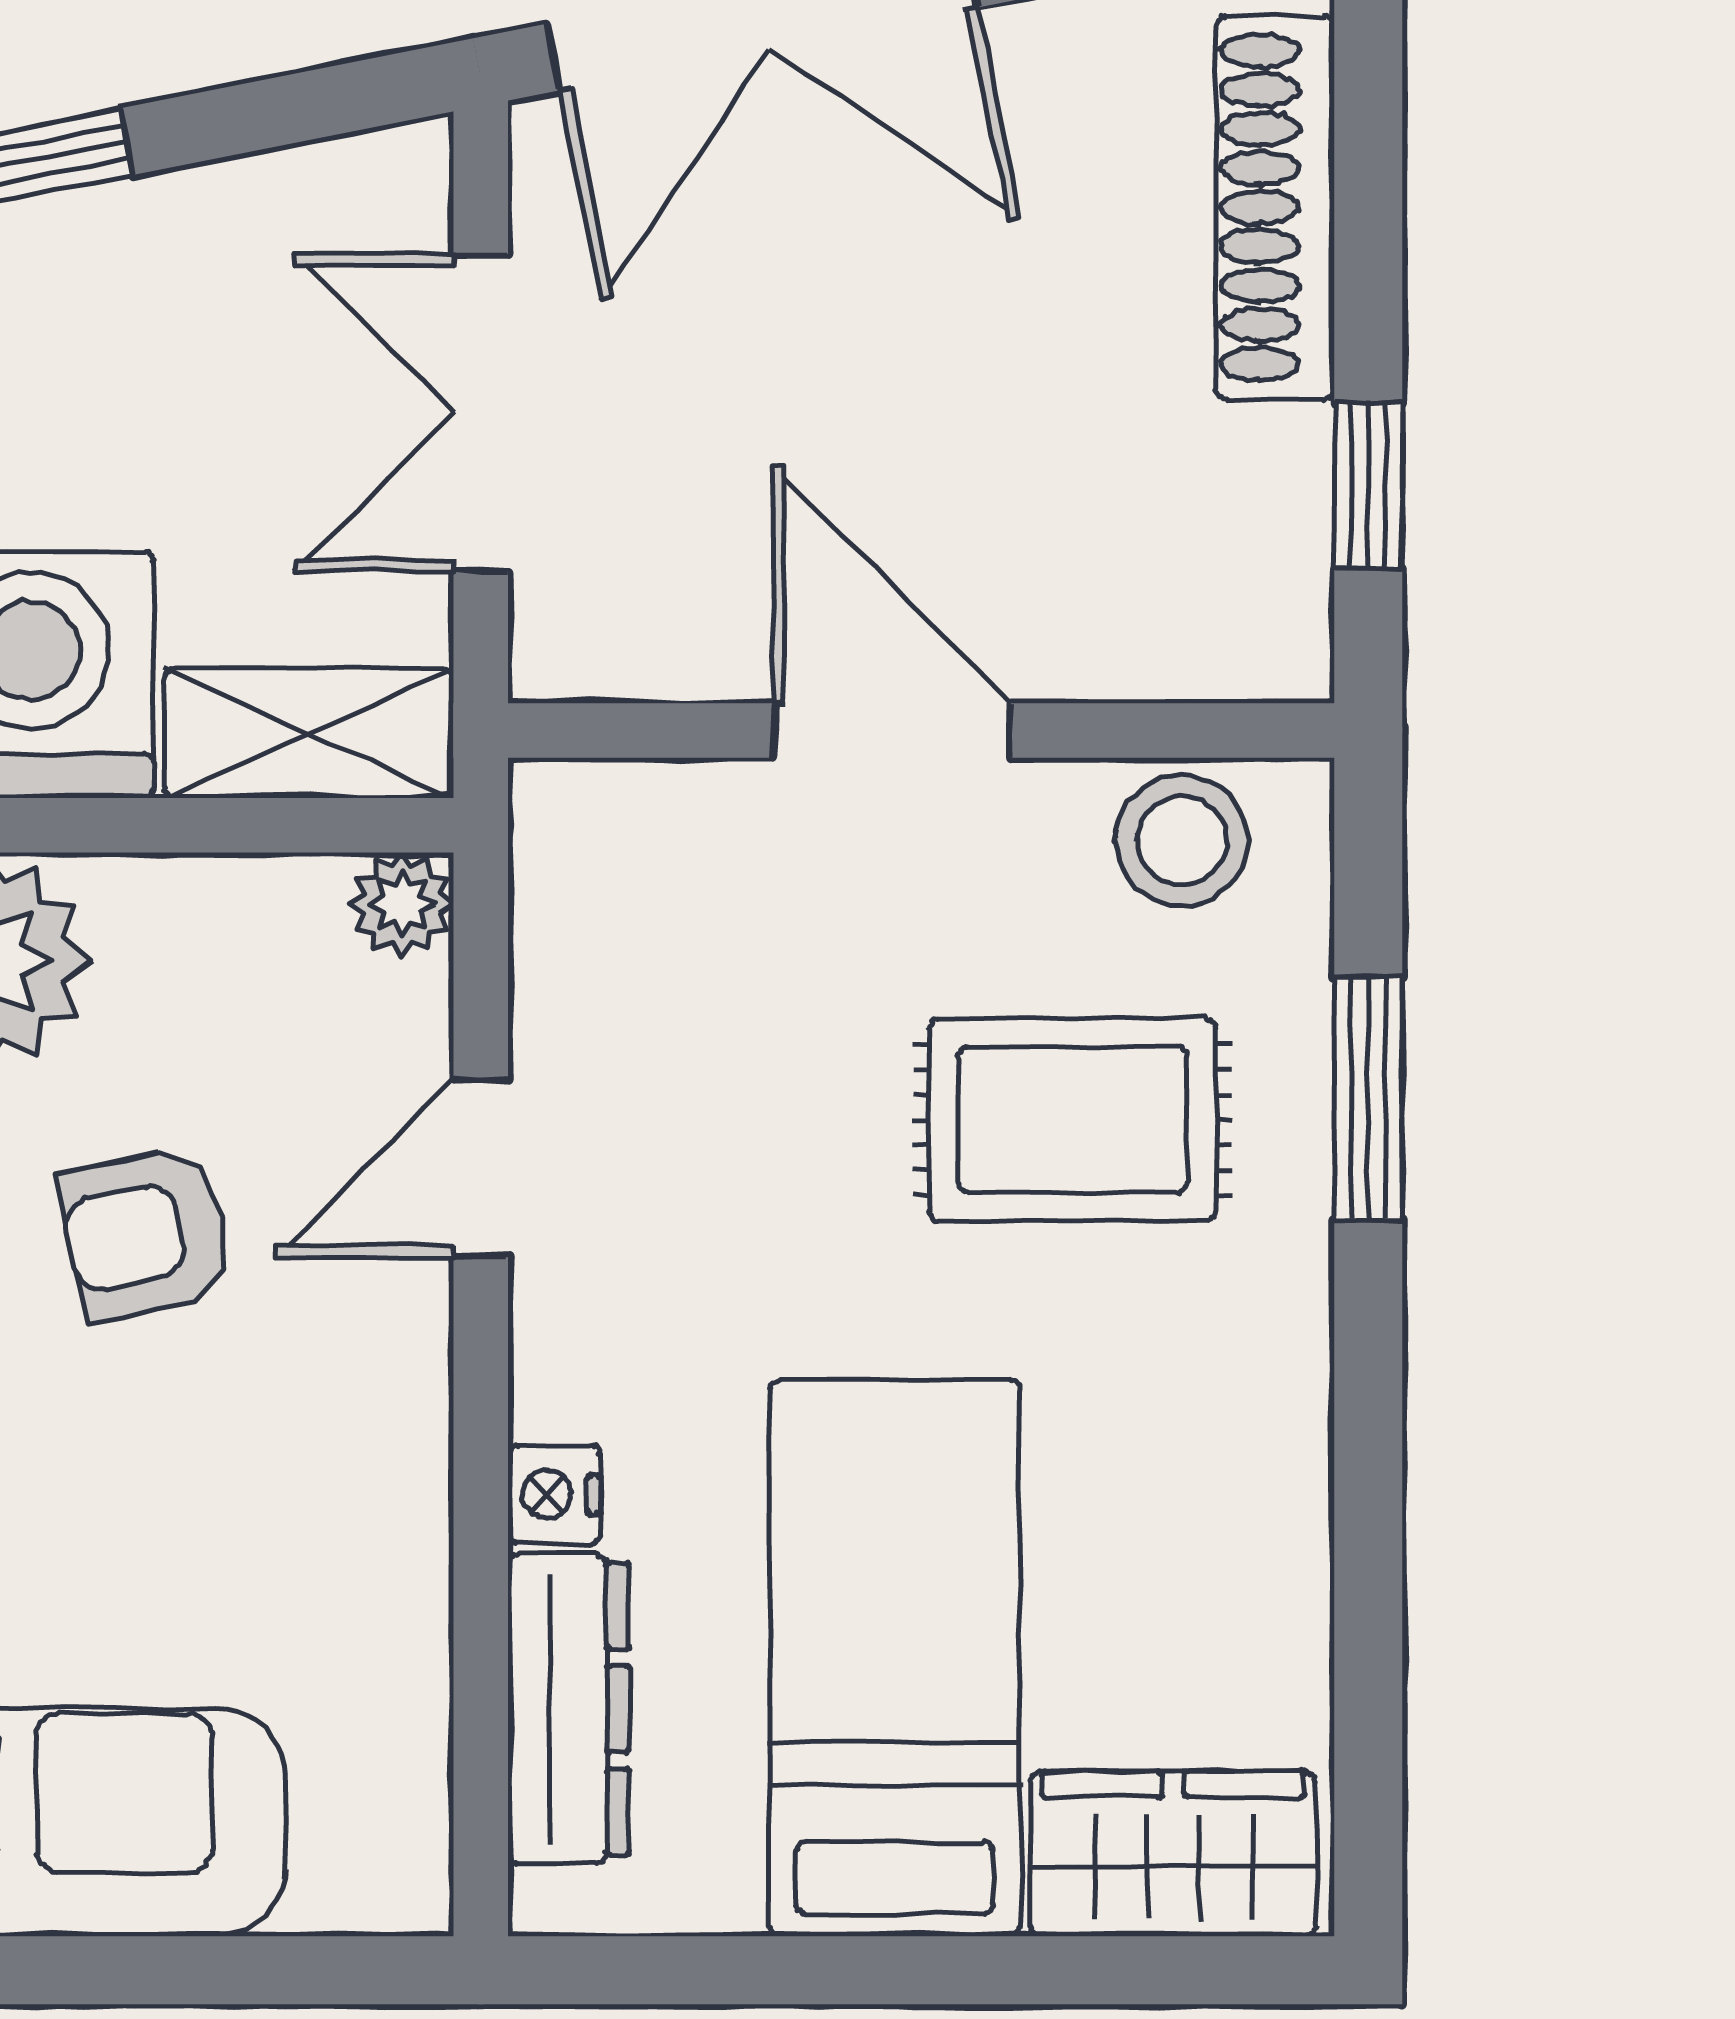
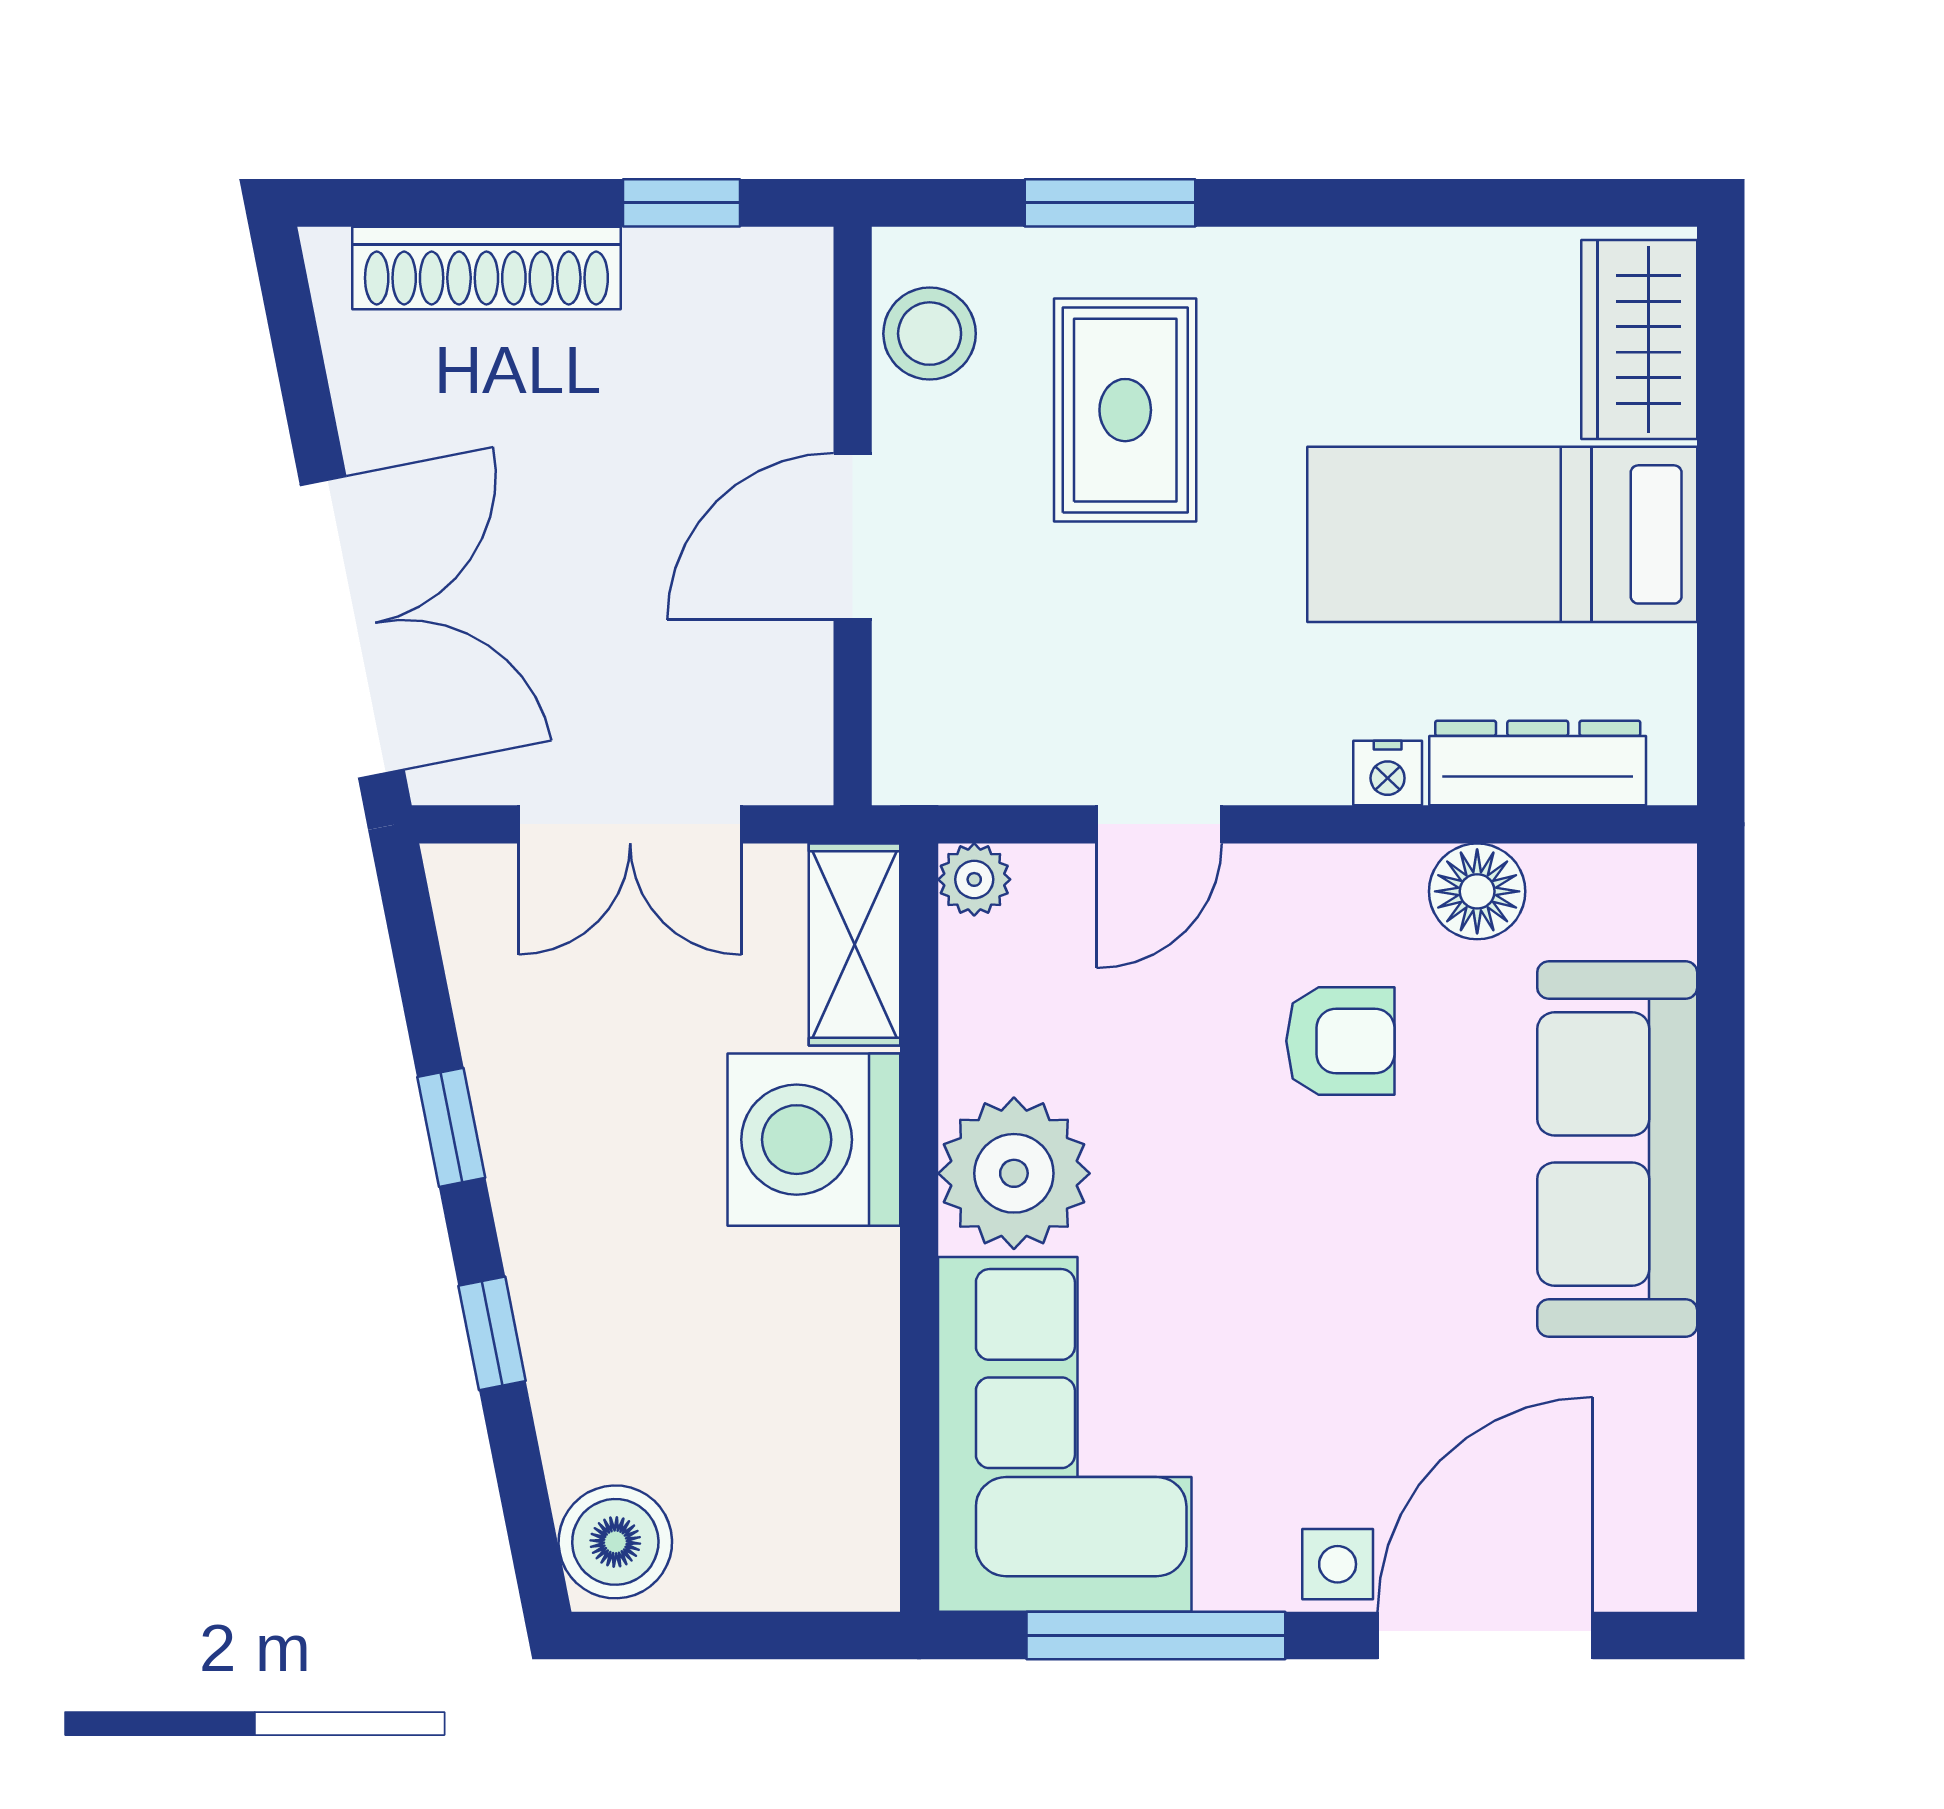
door: (481, 1168) -> (1159, 824), hinge flipped
armchair: (146, 1233) -> (1340, 1041), moved, turned -78
floor lamp: (385, 1622) -> (1477, 891), added

